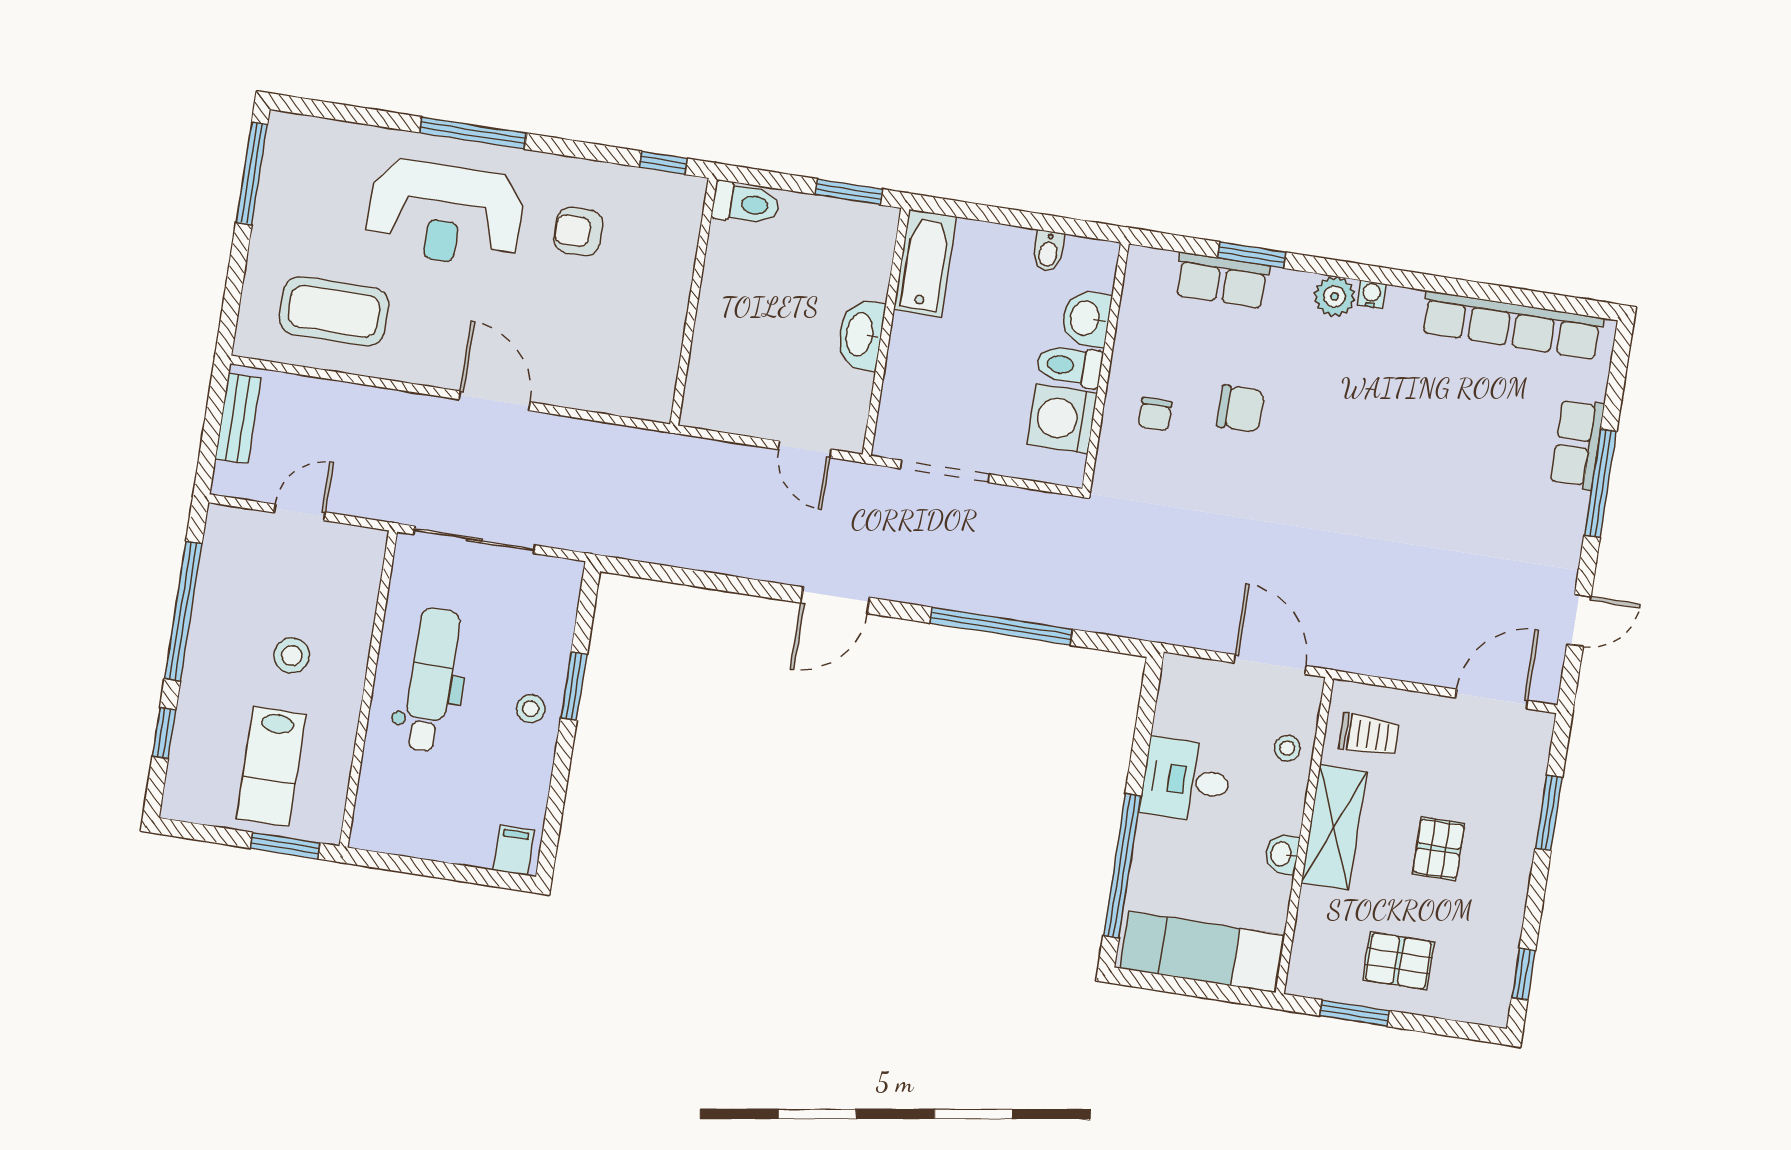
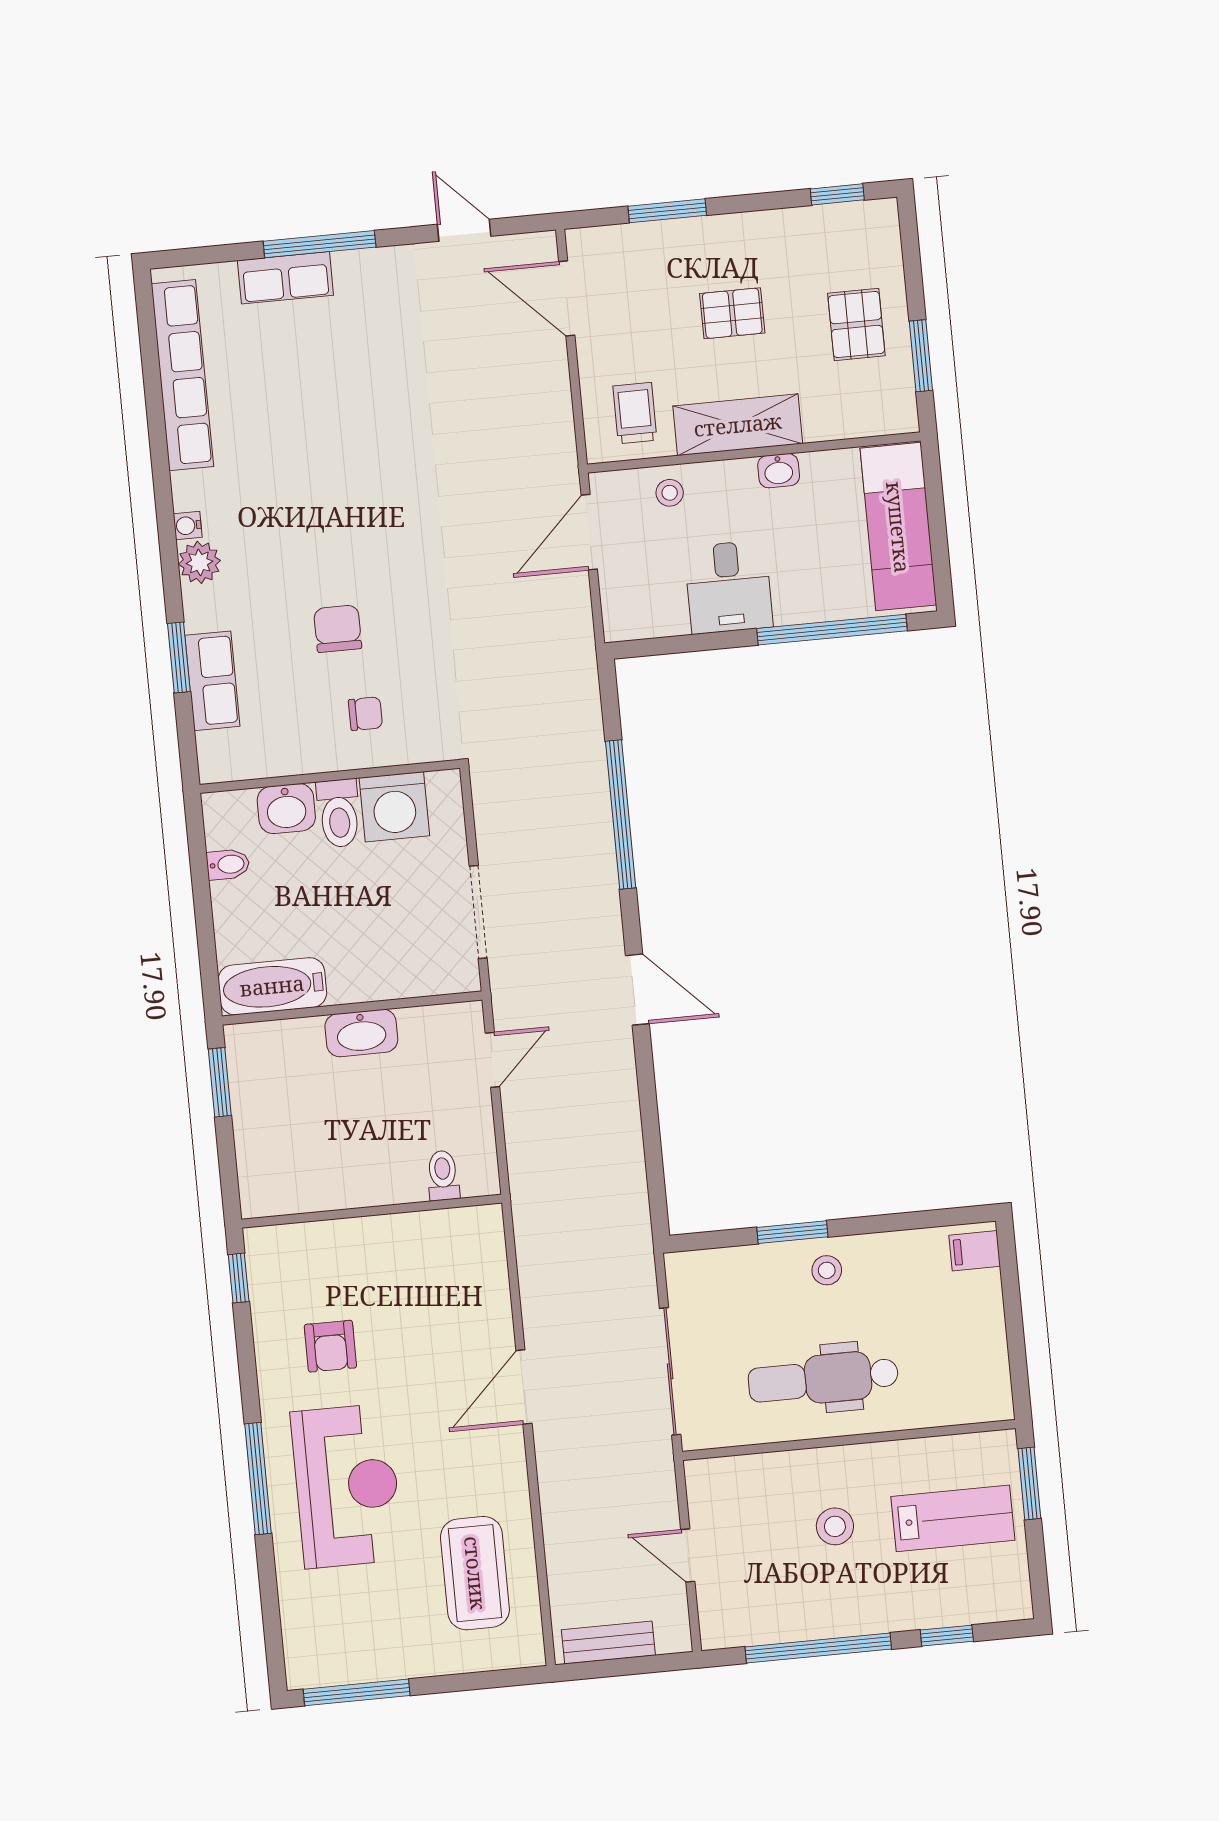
toilet: (746, 204) -> (443, 1175), moved, width x0.73, depth x0.72

